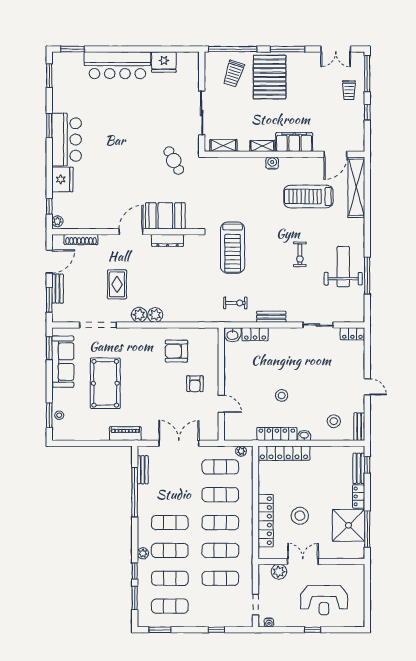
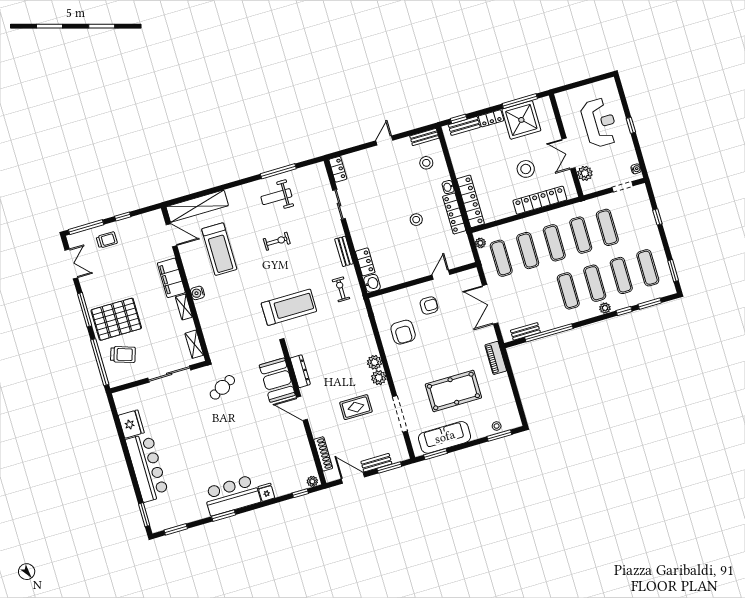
fridge: (62, 179) -> (266, 492), width x0.53, depth x0.75
weight bench: (343, 267) -> (276, 197), width x0.73, depth x0.75

